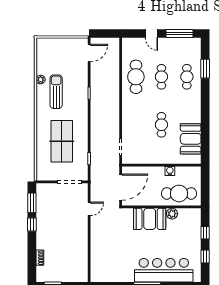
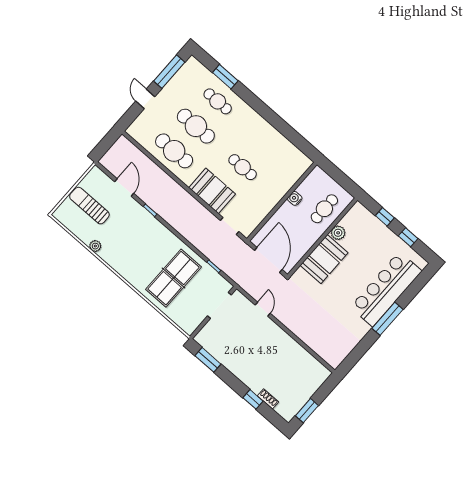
door: (151, 34) -> (145, 99), swing flipped
door: (89, 53) -> (124, 188), moved
cafe table: (161, 77) -> (196, 126), width x1.37, depth x1.35
sun lounger: (56, 92) -> (89, 206), moved
booth: (191, 139) -> (212, 191), moved
table tennis table: (62, 141) -> (173, 278), turned 90
cafe table: (179, 193) -> (324, 209), width x0.73, depth x0.74
window: (32, 225) -> (253, 399), moved

